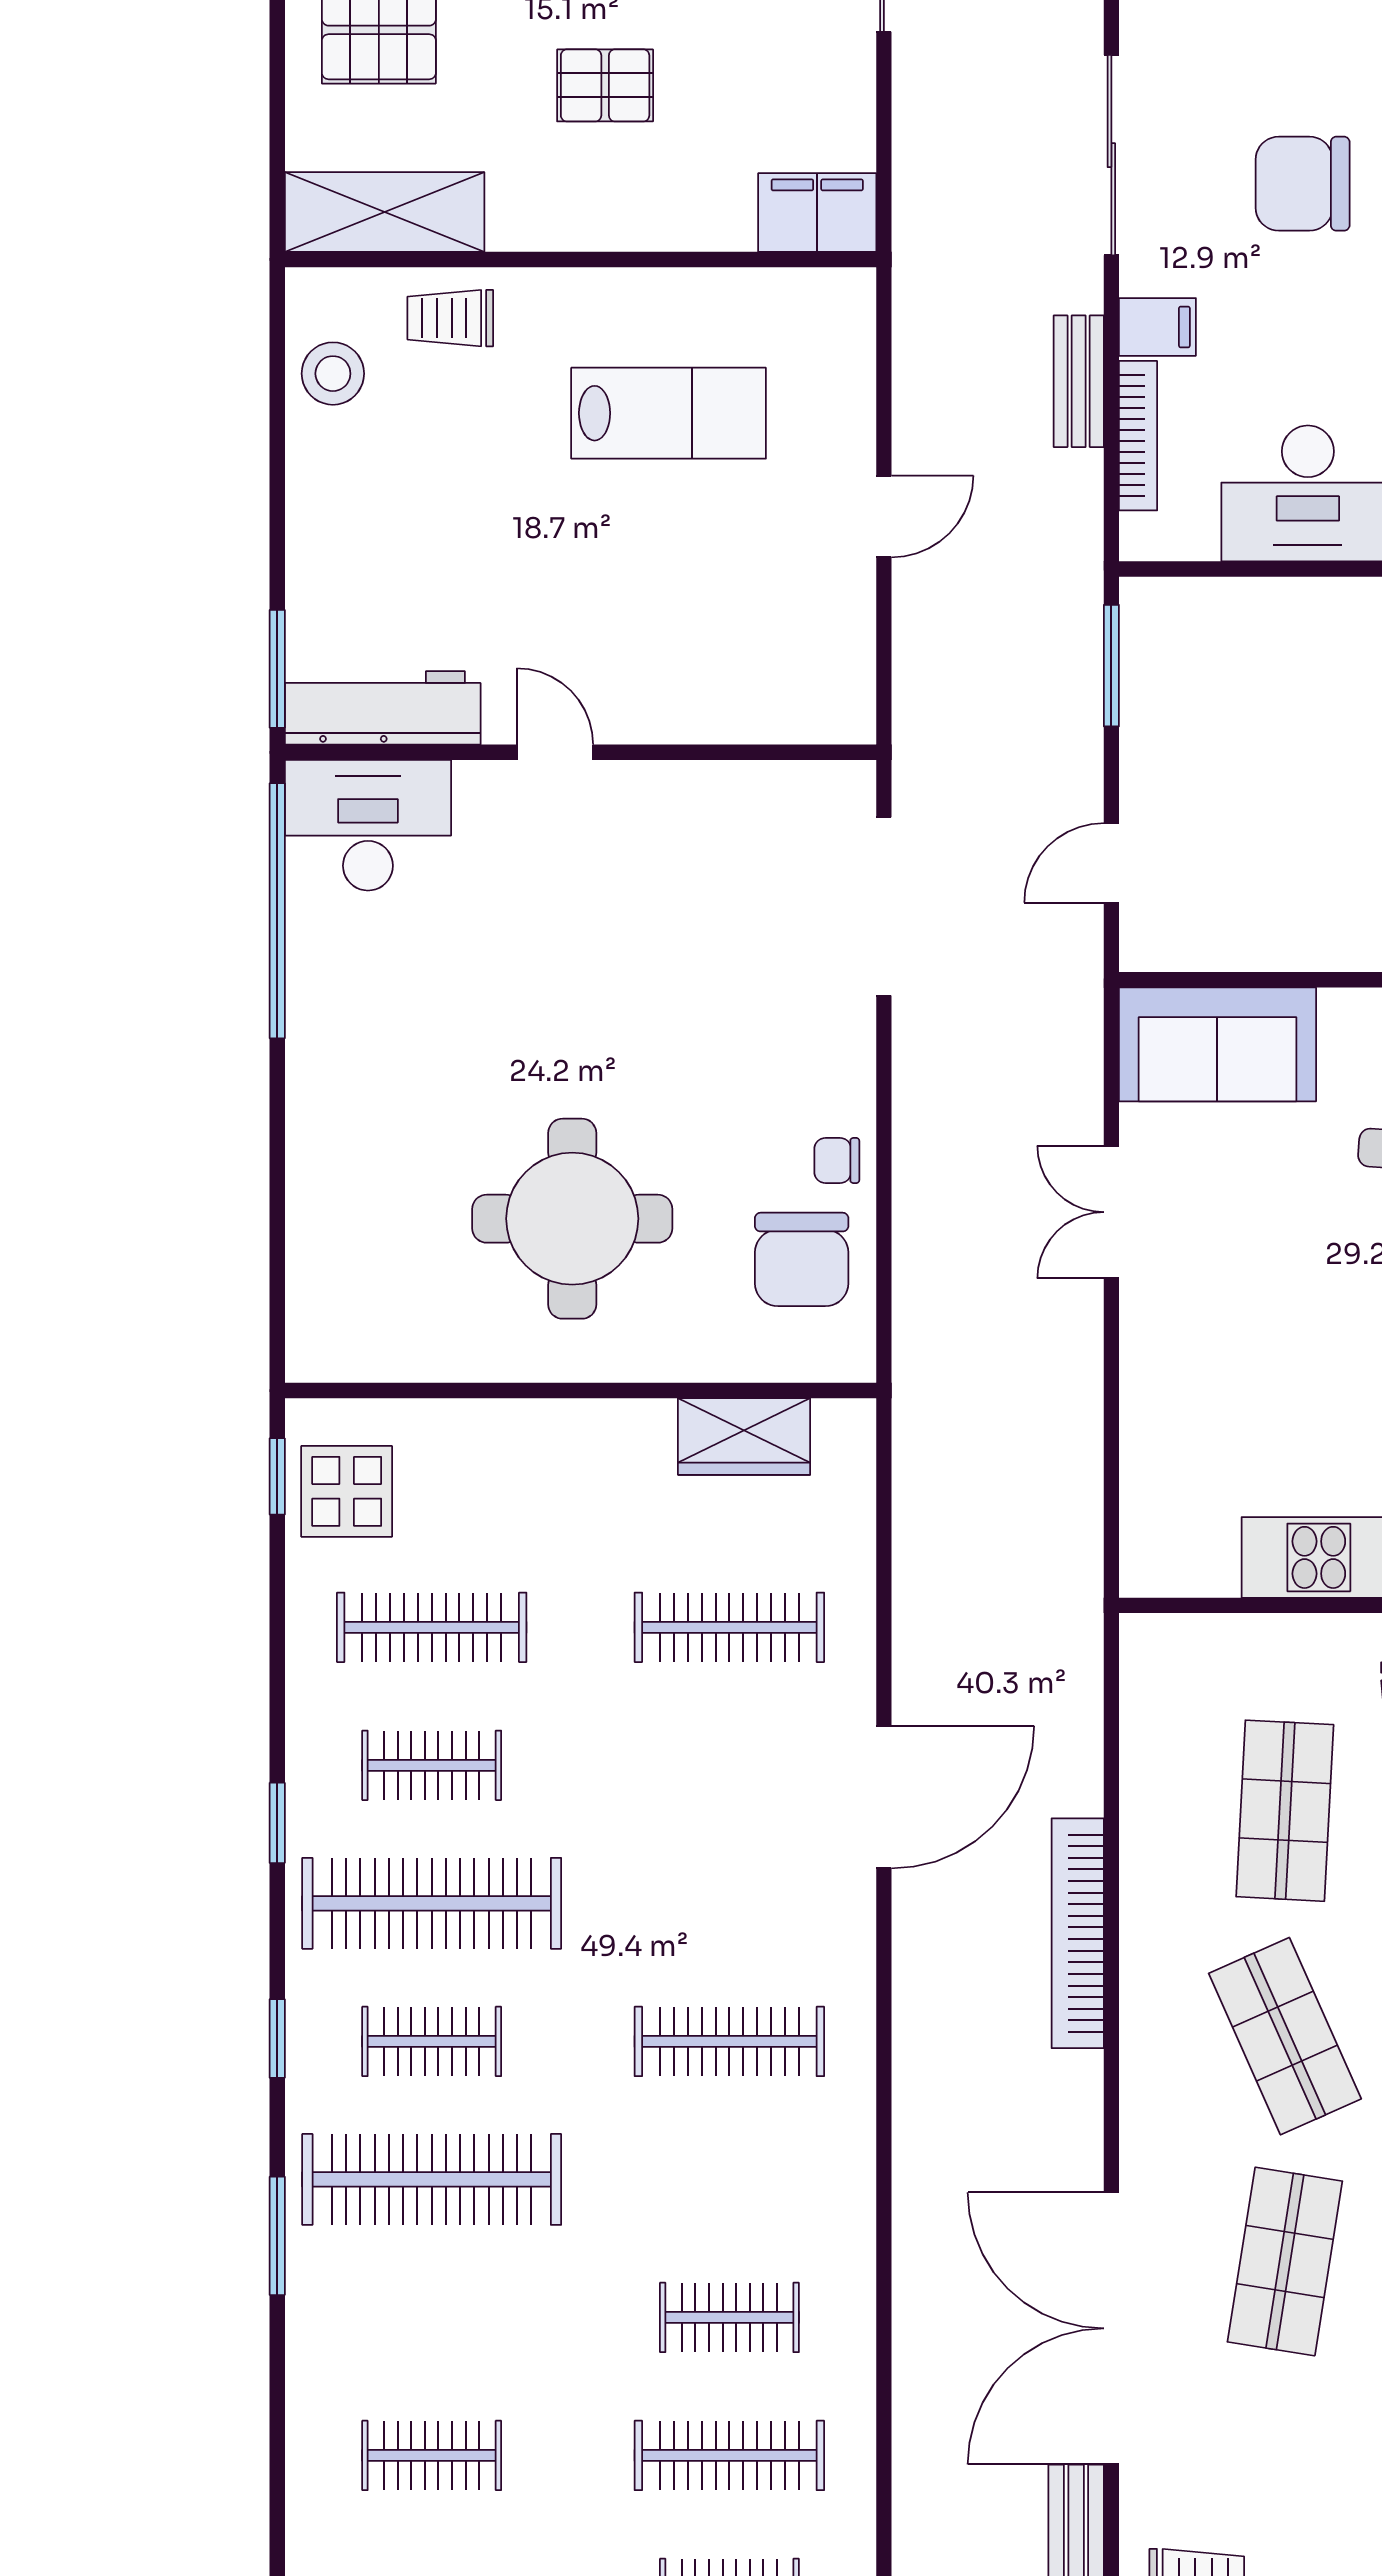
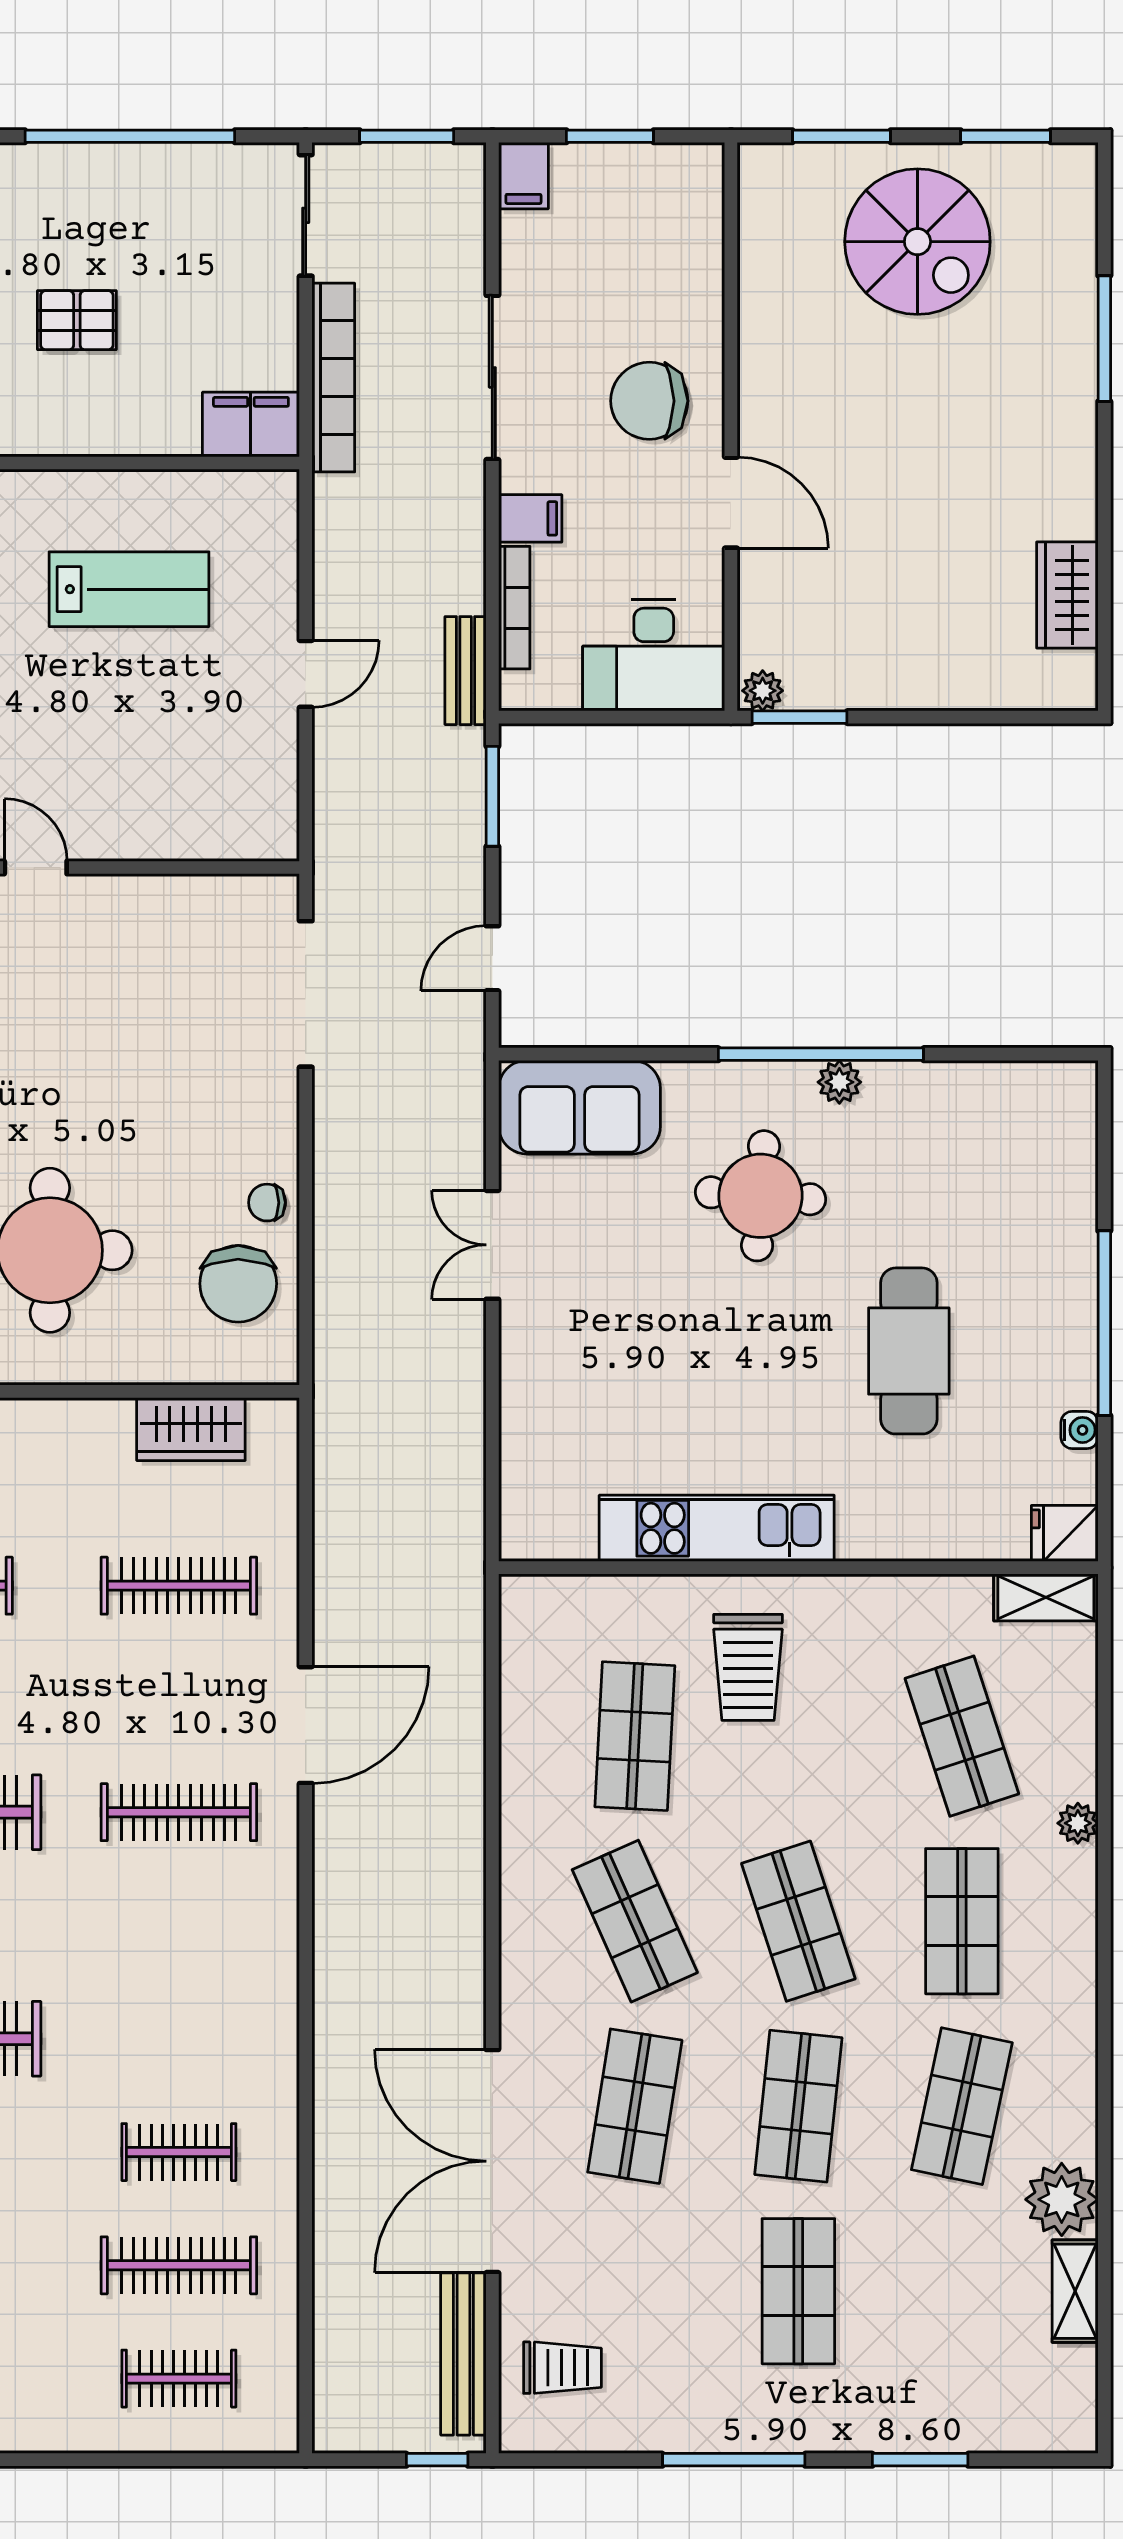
bench: (1079, 381) -> (466, 671), moved
bookcase: (1078, 1933) -> (333, 378), moved, turned 180
clothes rail: (729, 2041) -> (179, 1812), moved

